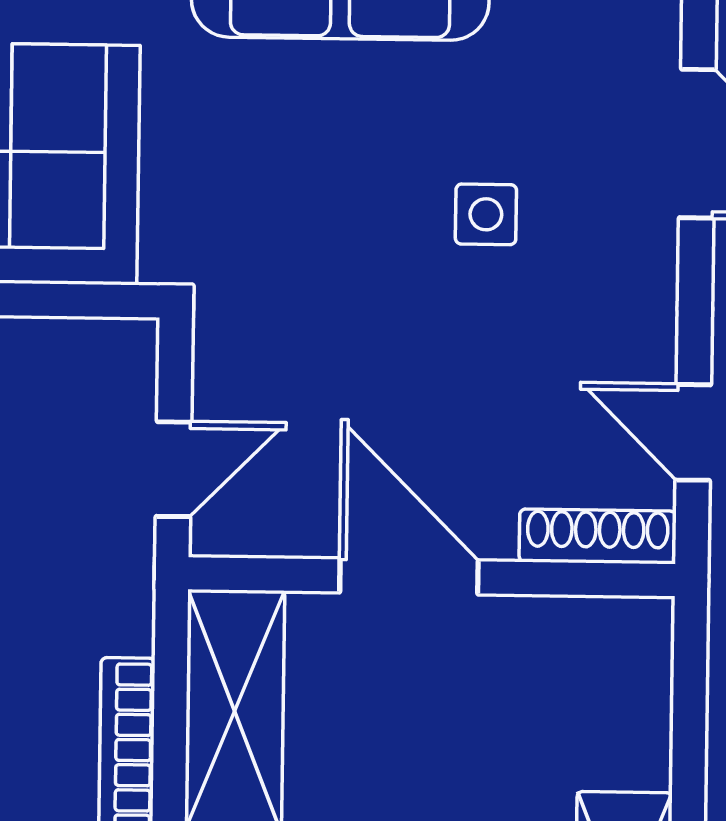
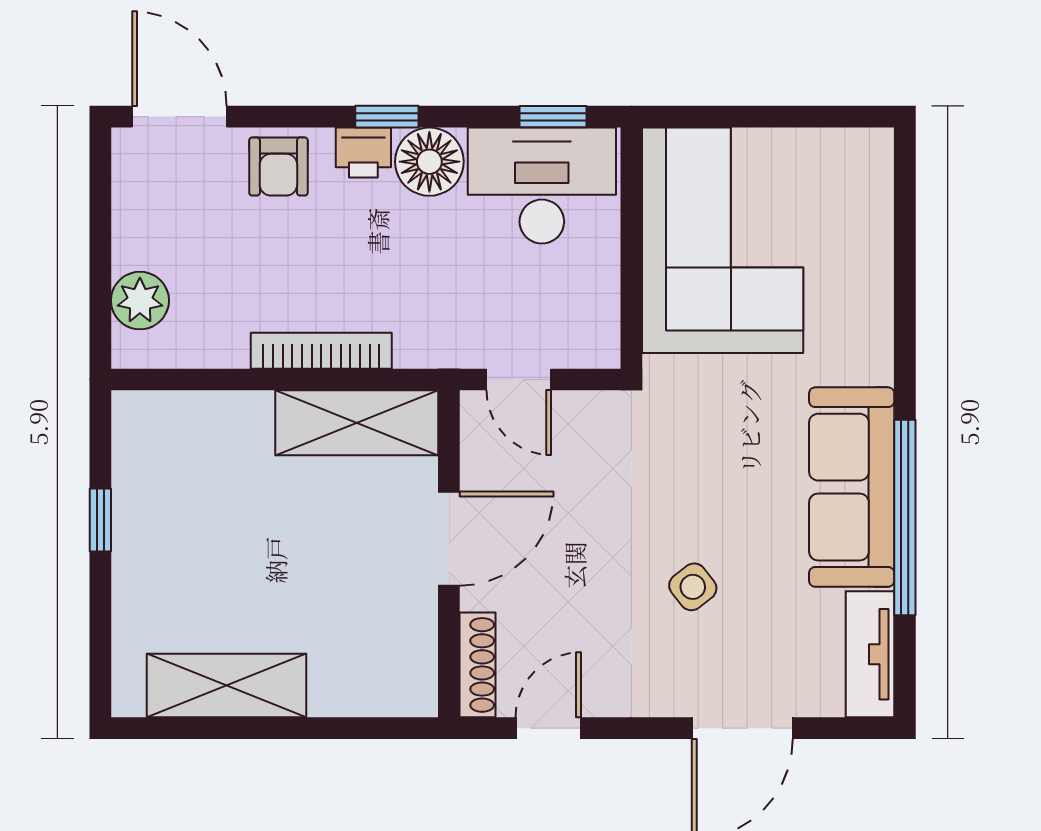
side table: (486, 214) -> (693, 587), turned -38

